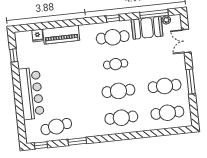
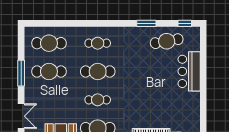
window: (14, 55) -> (203, 120), removed
bar counter: (31, 93) -> (189, 71), width x0.73
cafe table: (121, 118) -> (98, 43), width x0.73, depth x0.74

